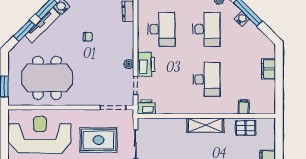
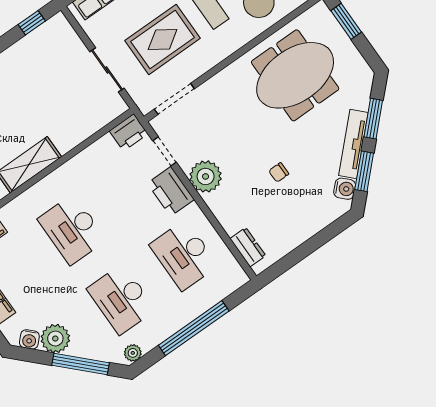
water cooler: (242, 19) -> (29, 339), moved
plant: (251, 33) -> (55, 339), added
plant: (129, 64) -> (206, 176), width x1.87, depth x1.87

